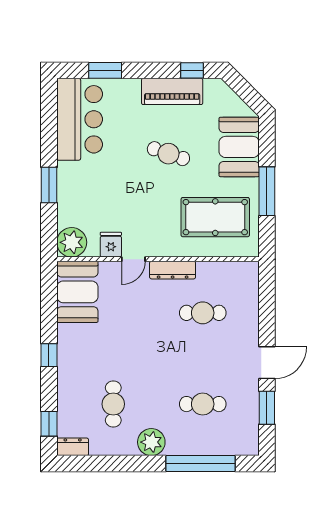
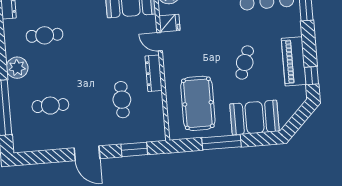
cafe table: (203, 404) -> (50, 106), turned 90
window: (267, 408) -> (134, 149), moved

